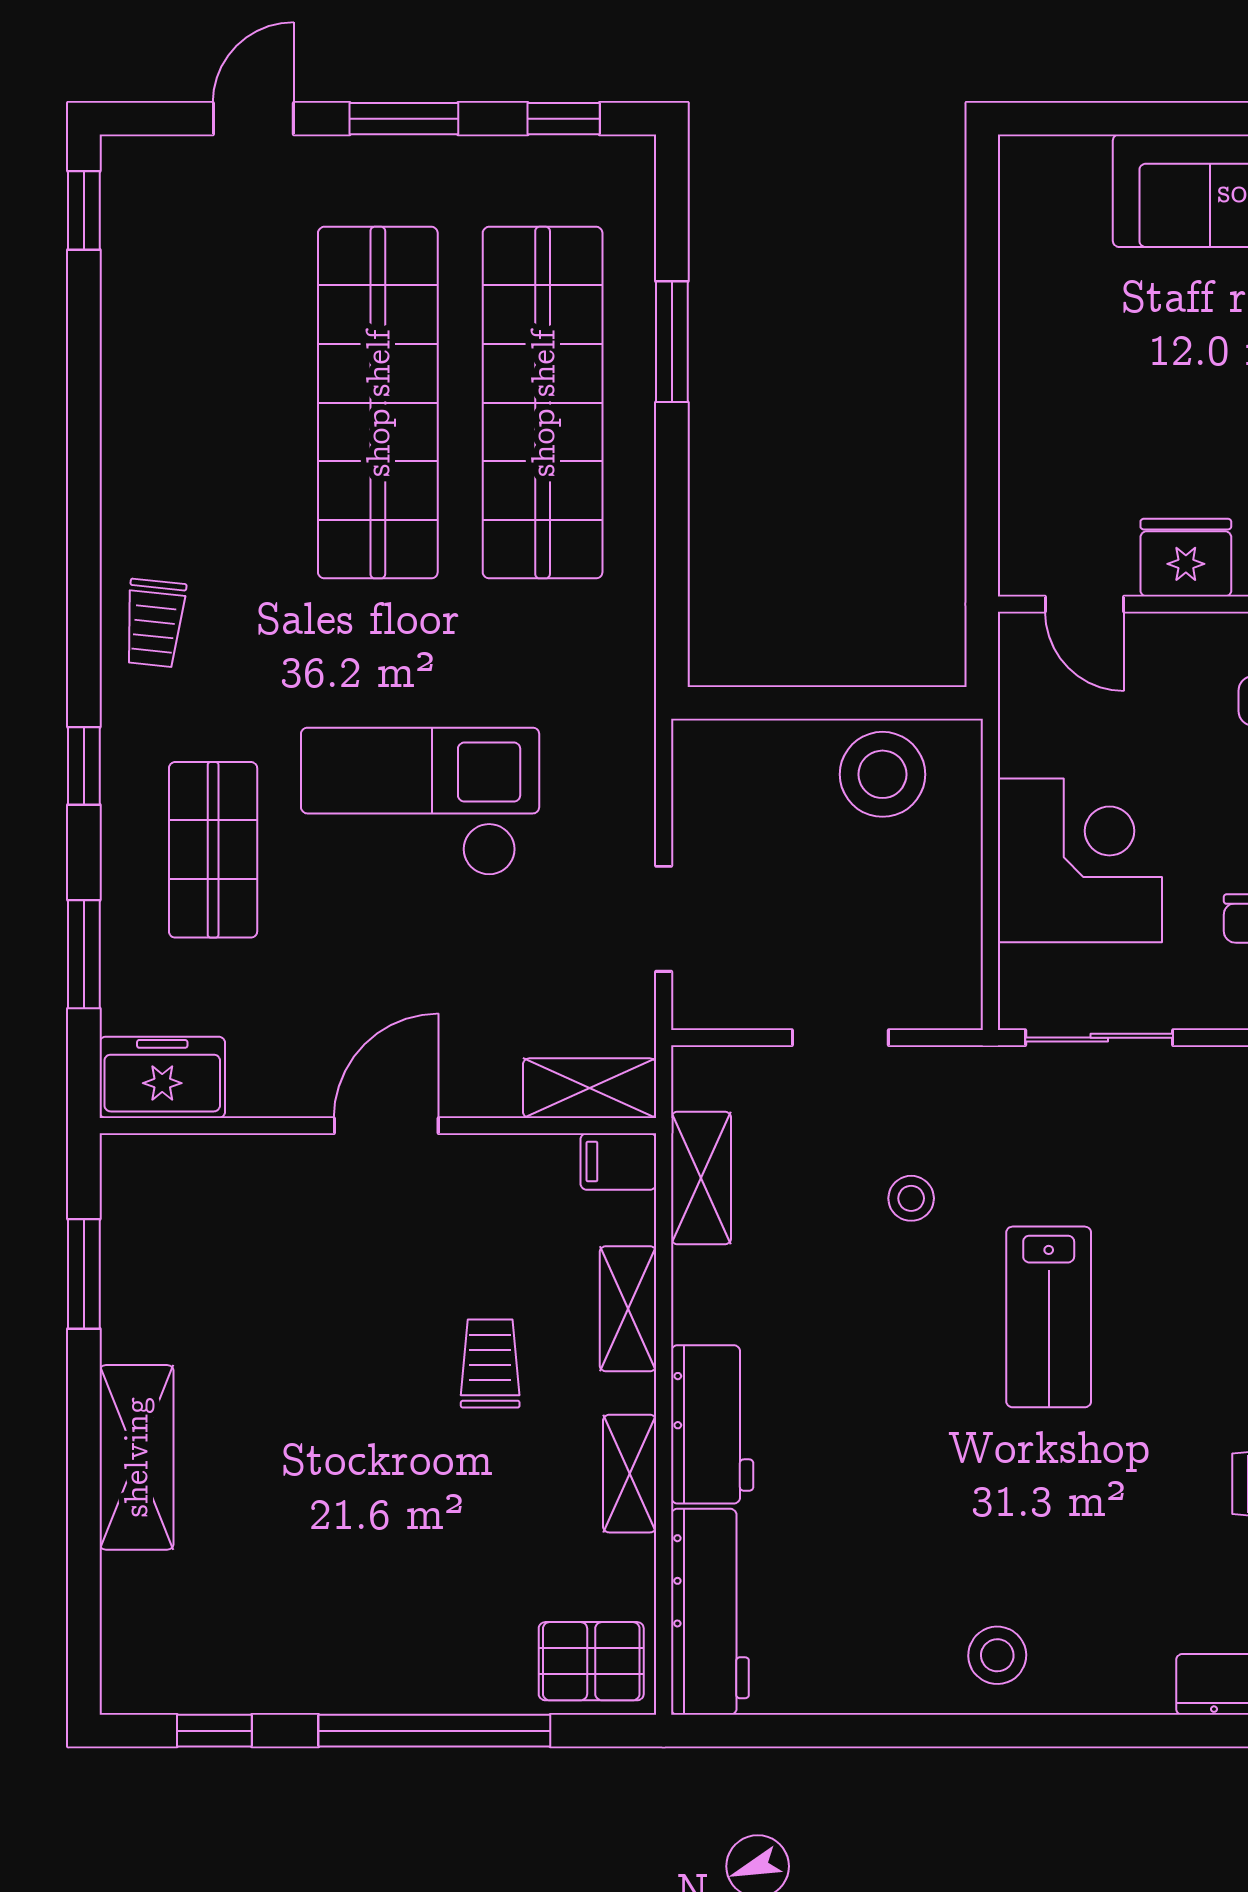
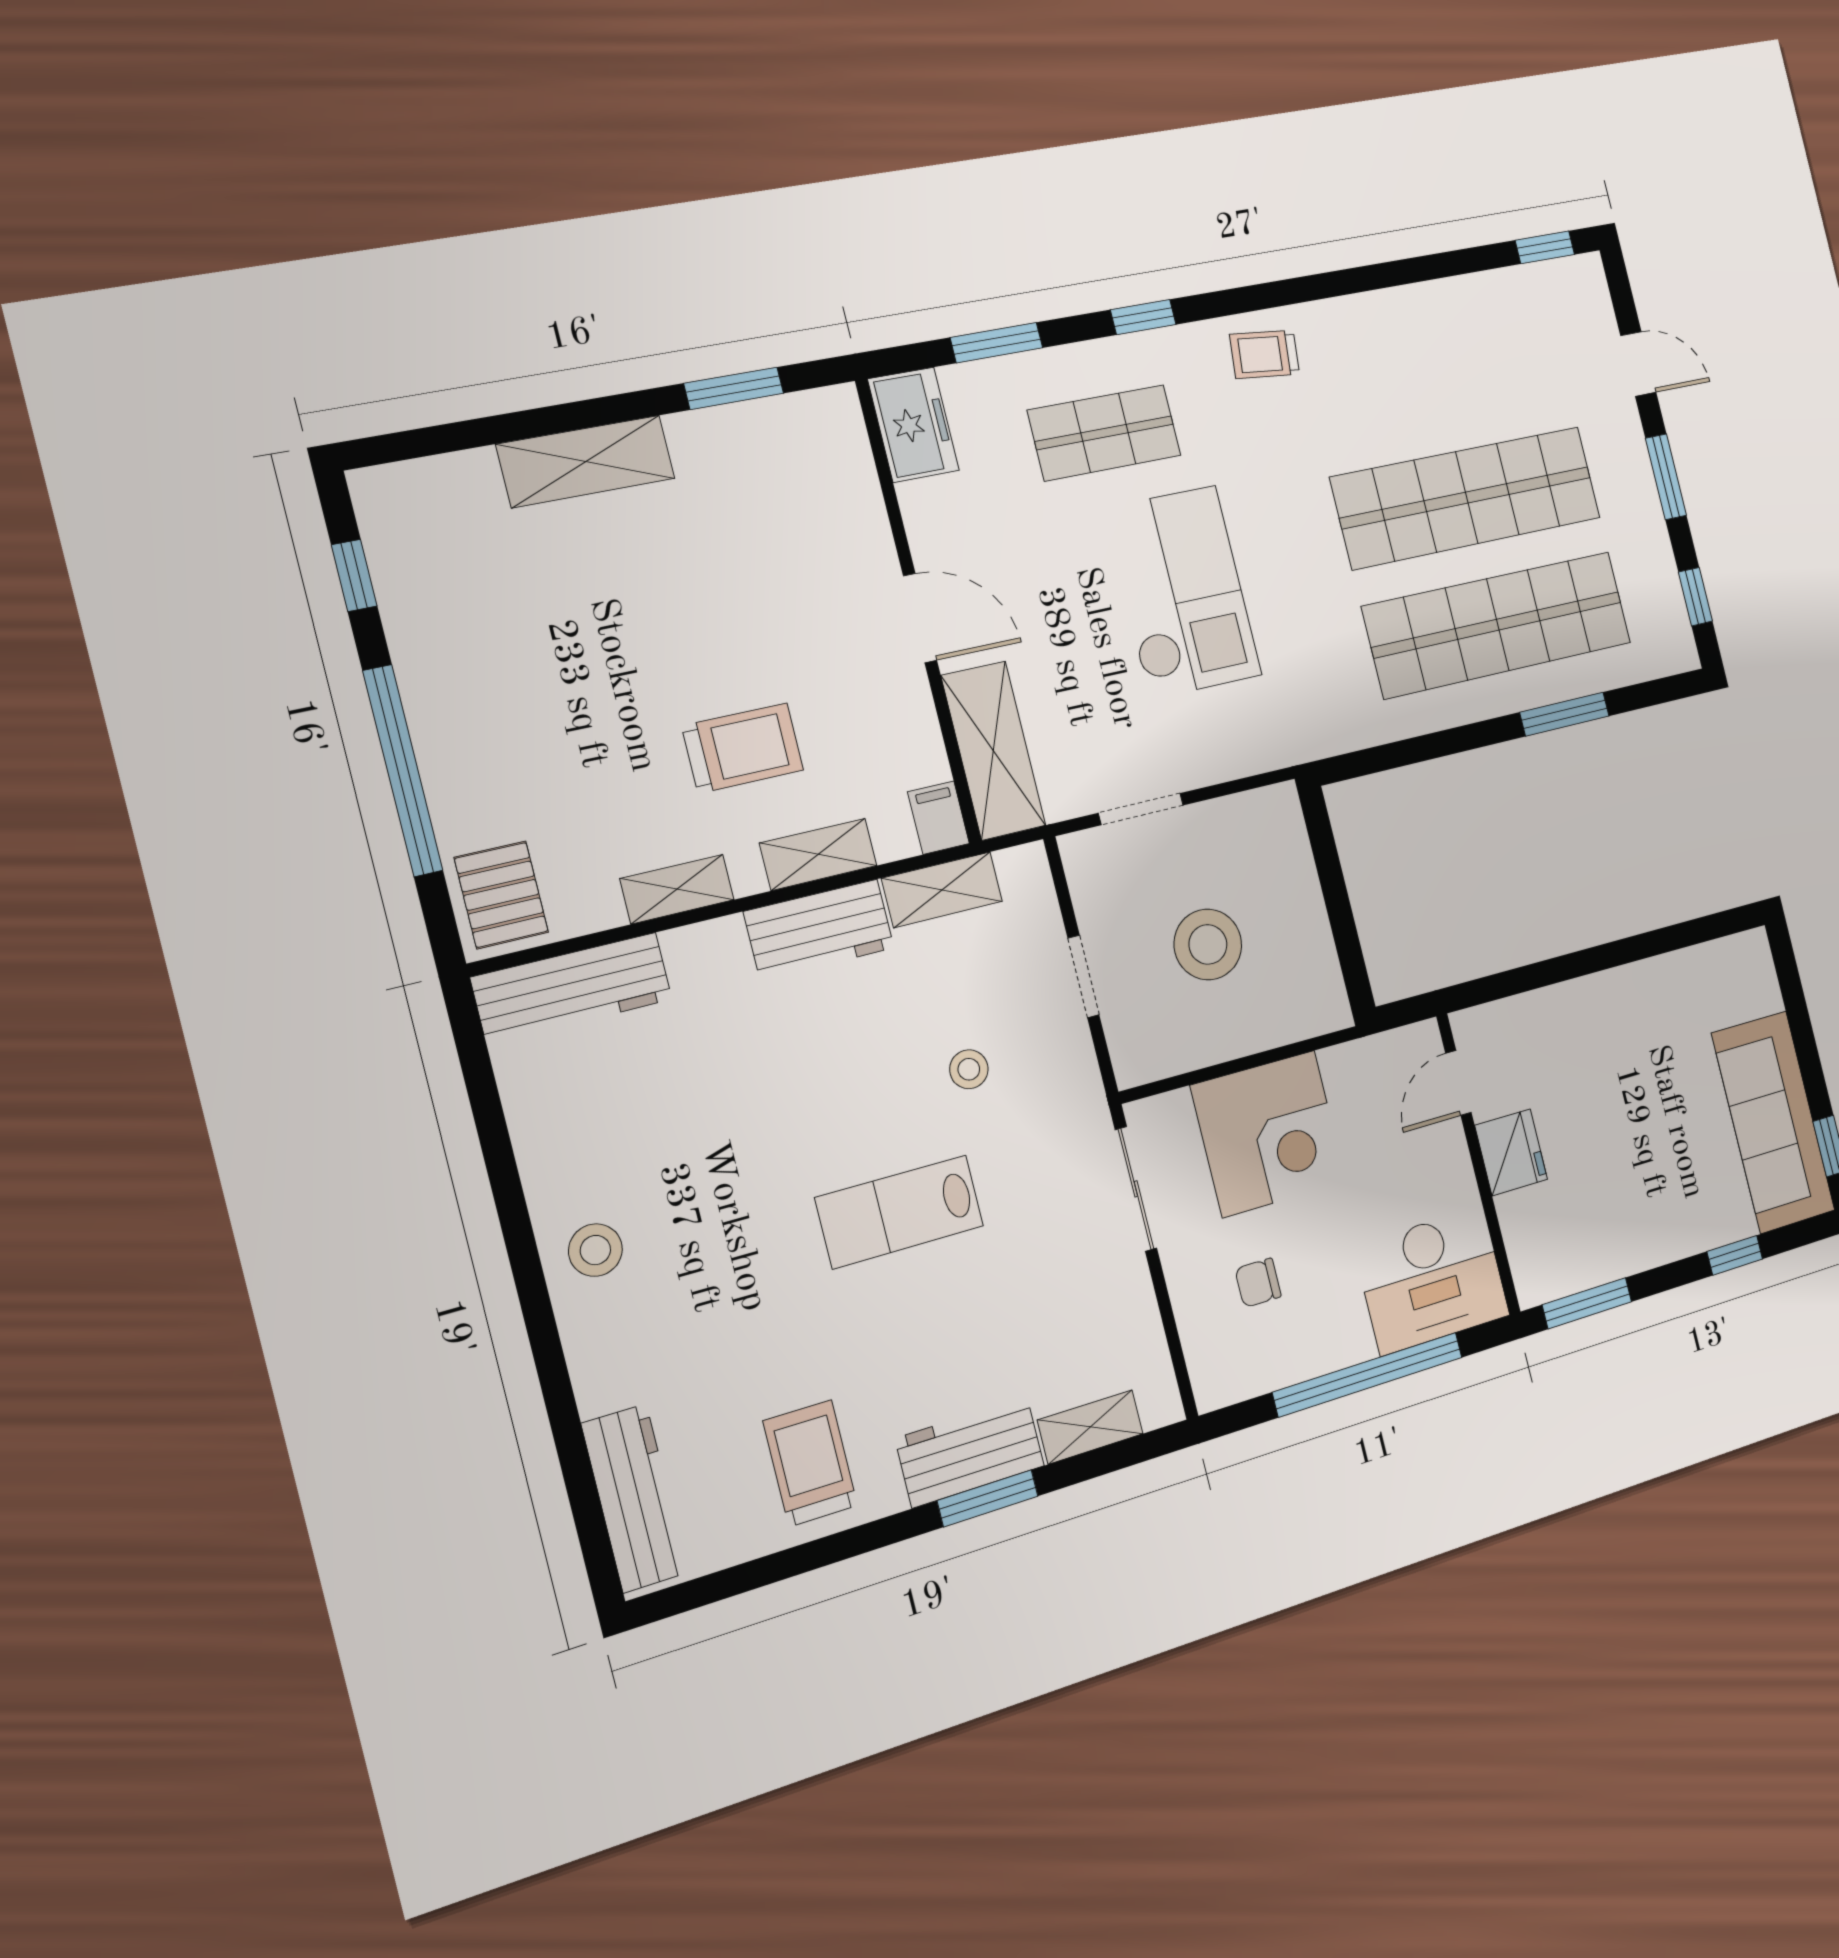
stool: (882, 774) -> (1208, 944), moved
shelving: (590, 1088) -> (993, 751), width x1.50, depth x1.33
trolley: (490, 1364) -> (743, 748), width x1.36, depth x1.39
workbench: (712, 1424) -> (819, 930), moved

